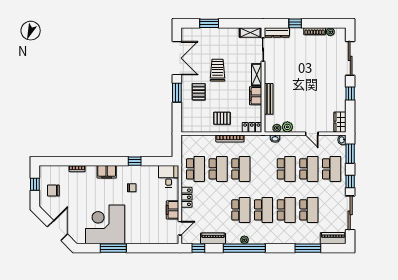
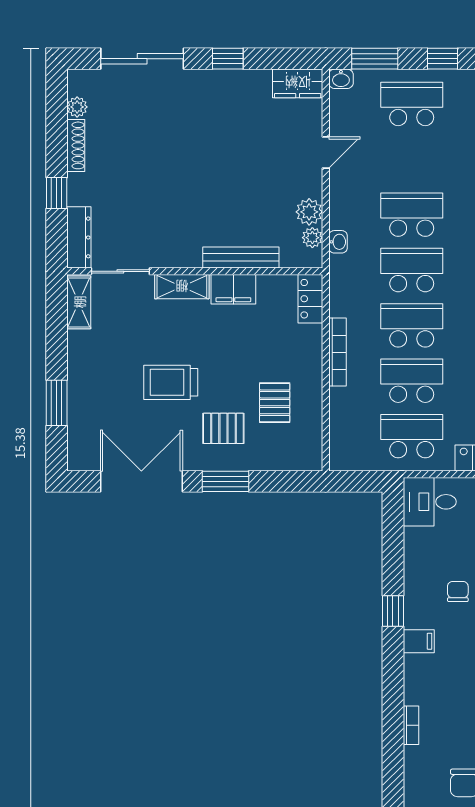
pallet: (222, 118) -> (275, 403), moved
window: (135, 161) -> (393, 611), moved
school desk: (309, 169) -> (412, 270), moved
filing cabinet: (107, 172) -> (419, 641), width x0.50

